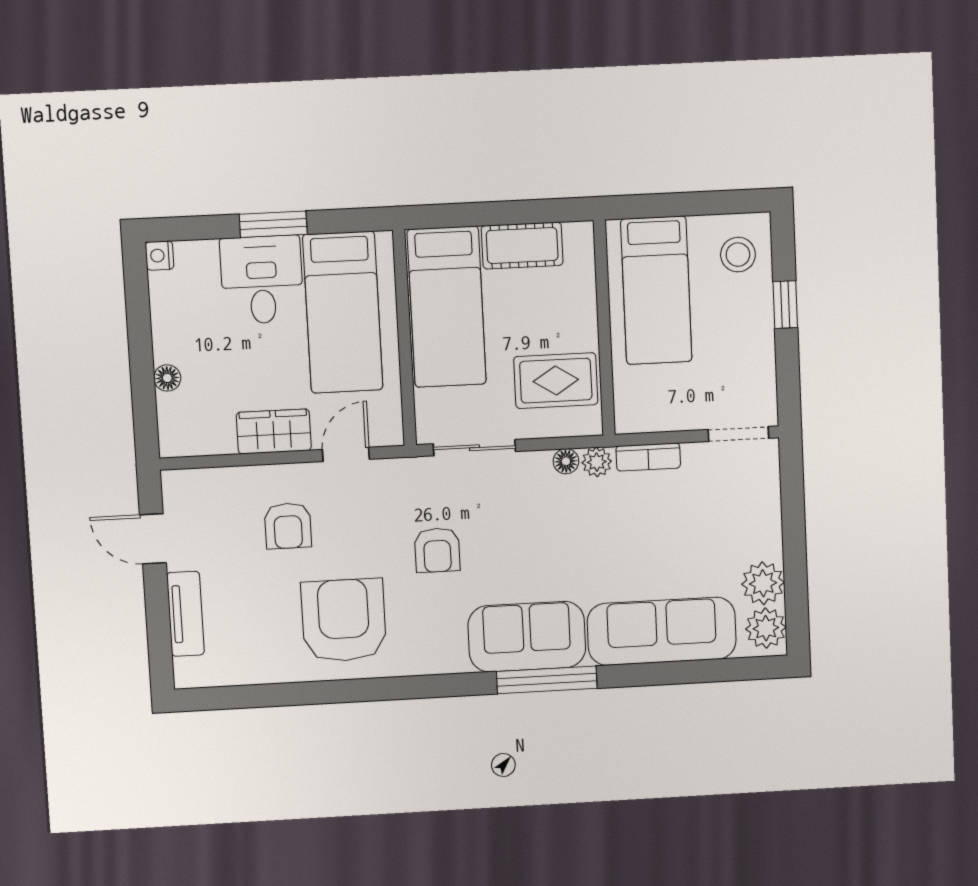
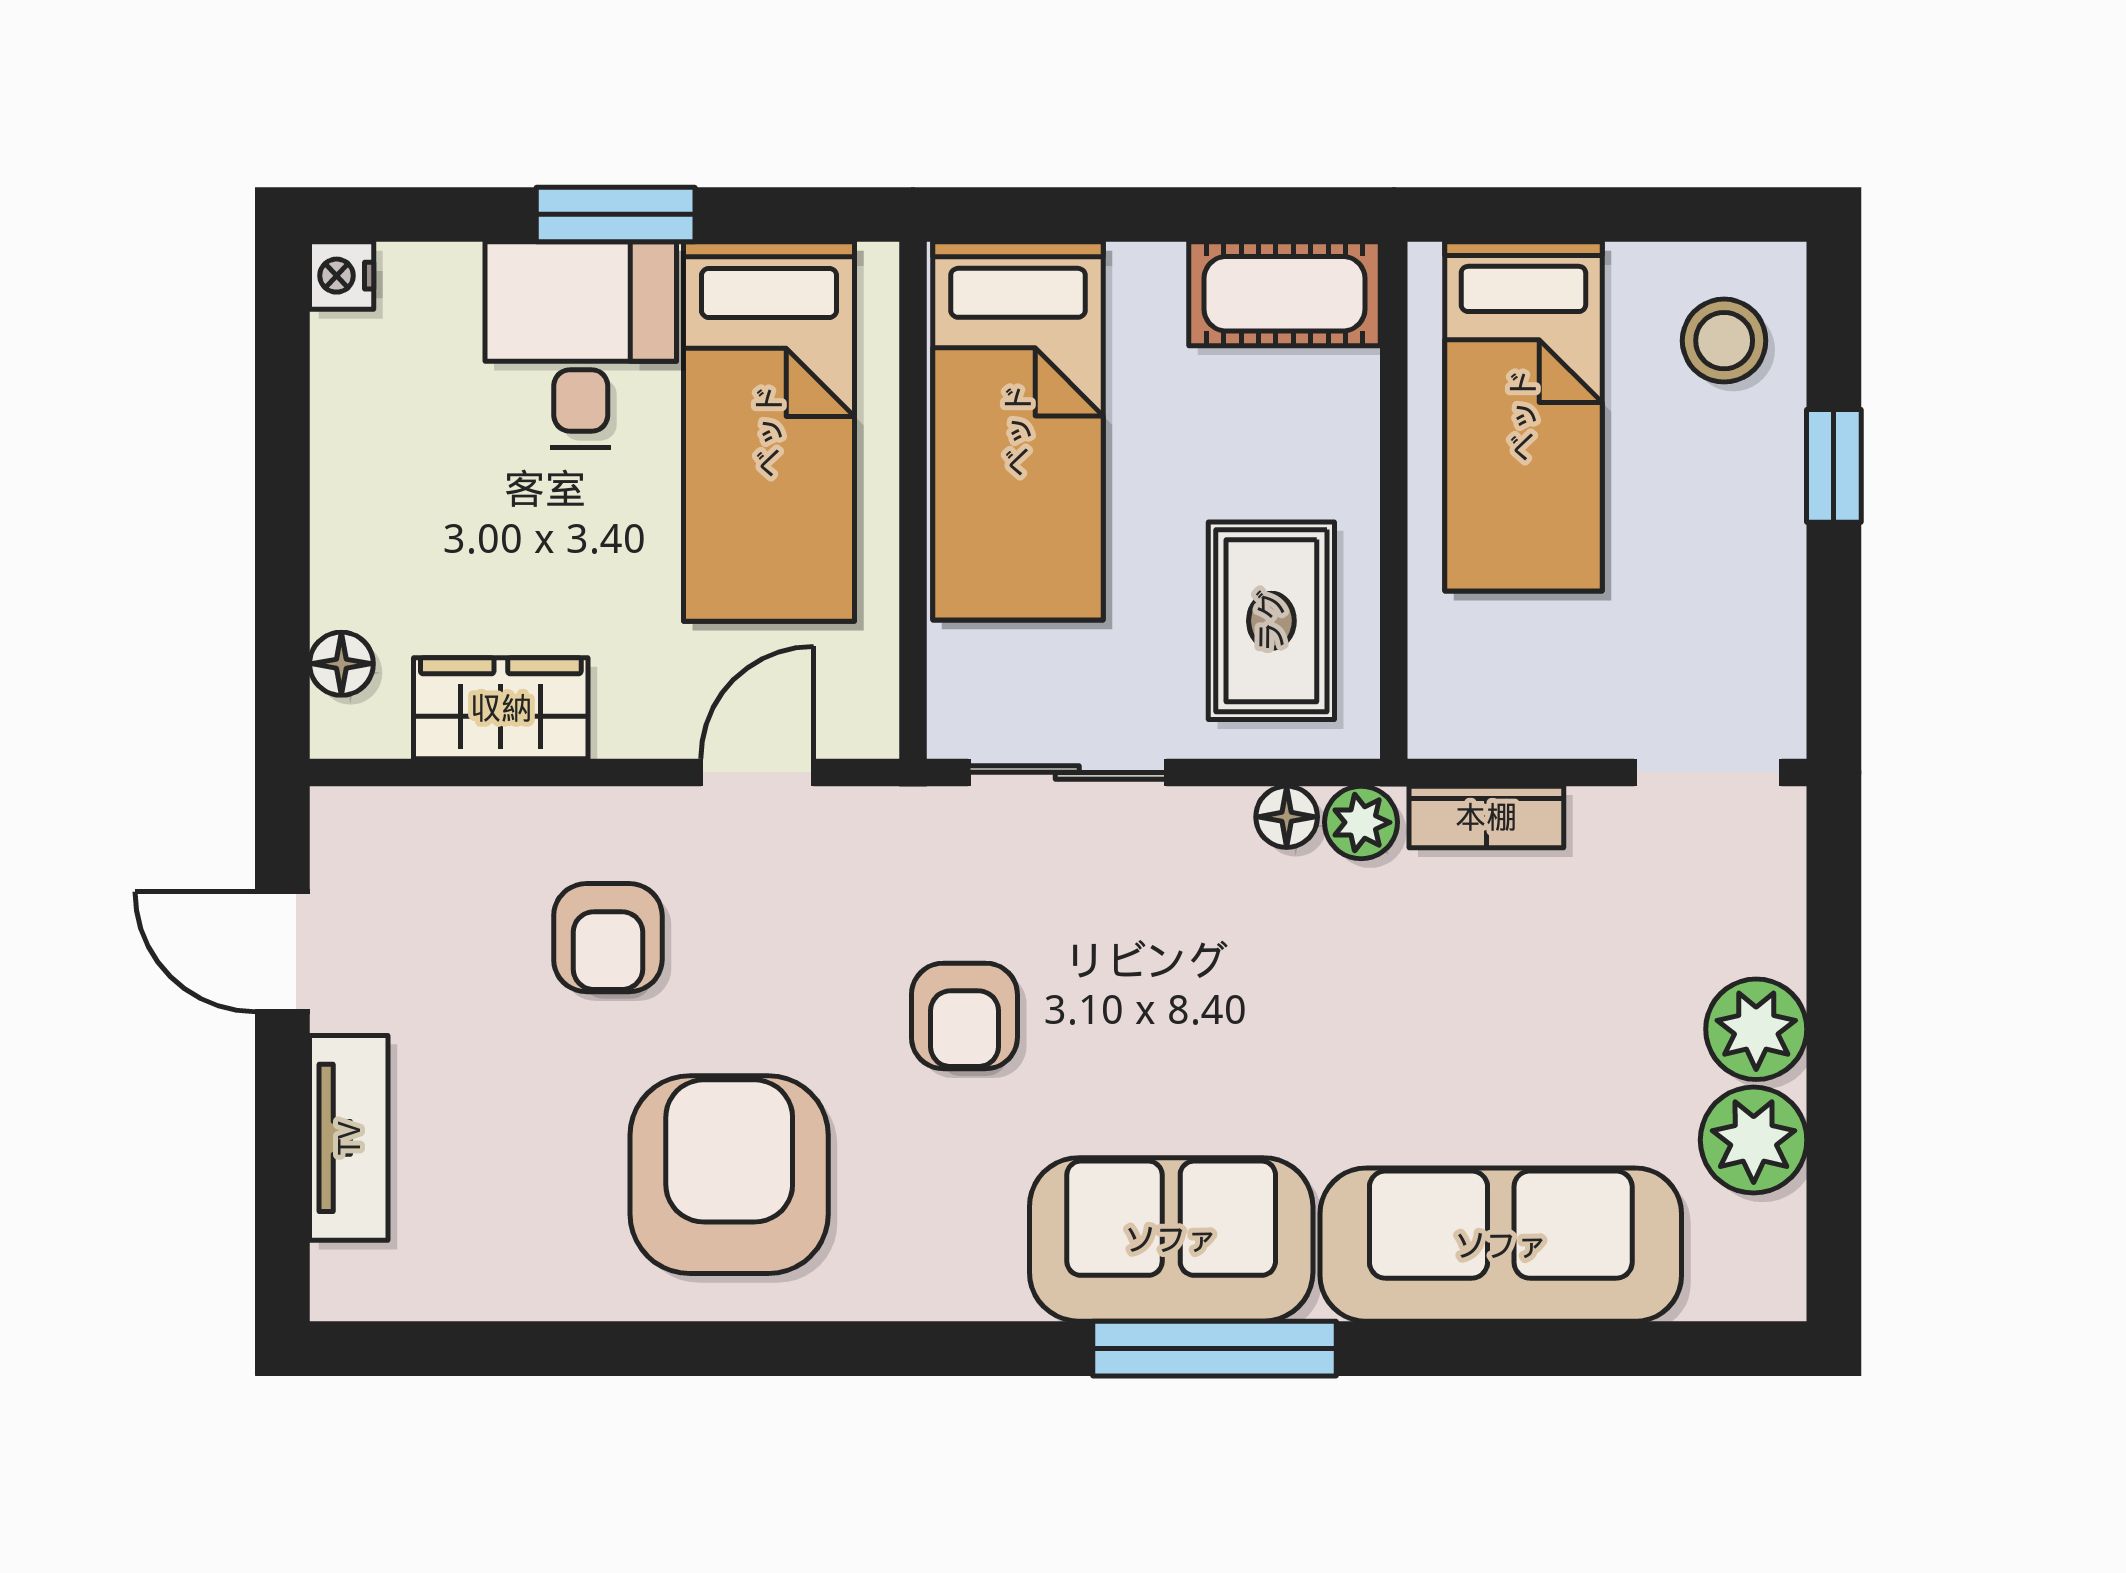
cot: (522, 245) -> (1285, 294), moved
floor lamp: (167, 378) -> (341, 664), moved
rug: (556, 381) -> (1271, 621), turned 90
wardrobe: (274, 431) -> (501, 708), moved
plant: (766, 628) -> (1756, 1029), moved

